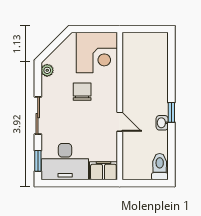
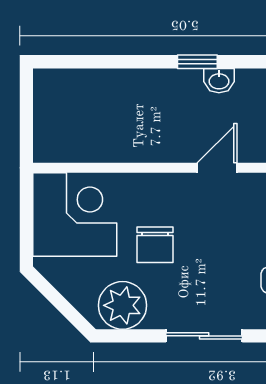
plant: (47, 70) -> (123, 305), width x1.88, depth x1.88
chair: (82, 92) -> (155, 245), turned -90

